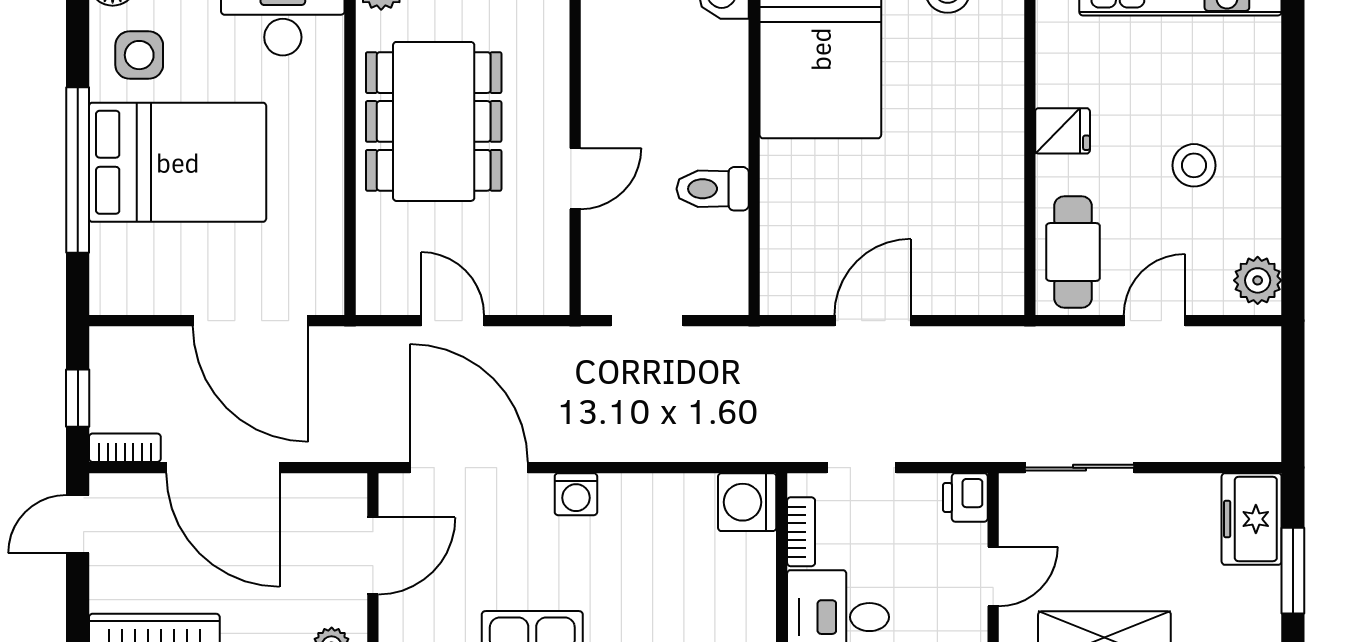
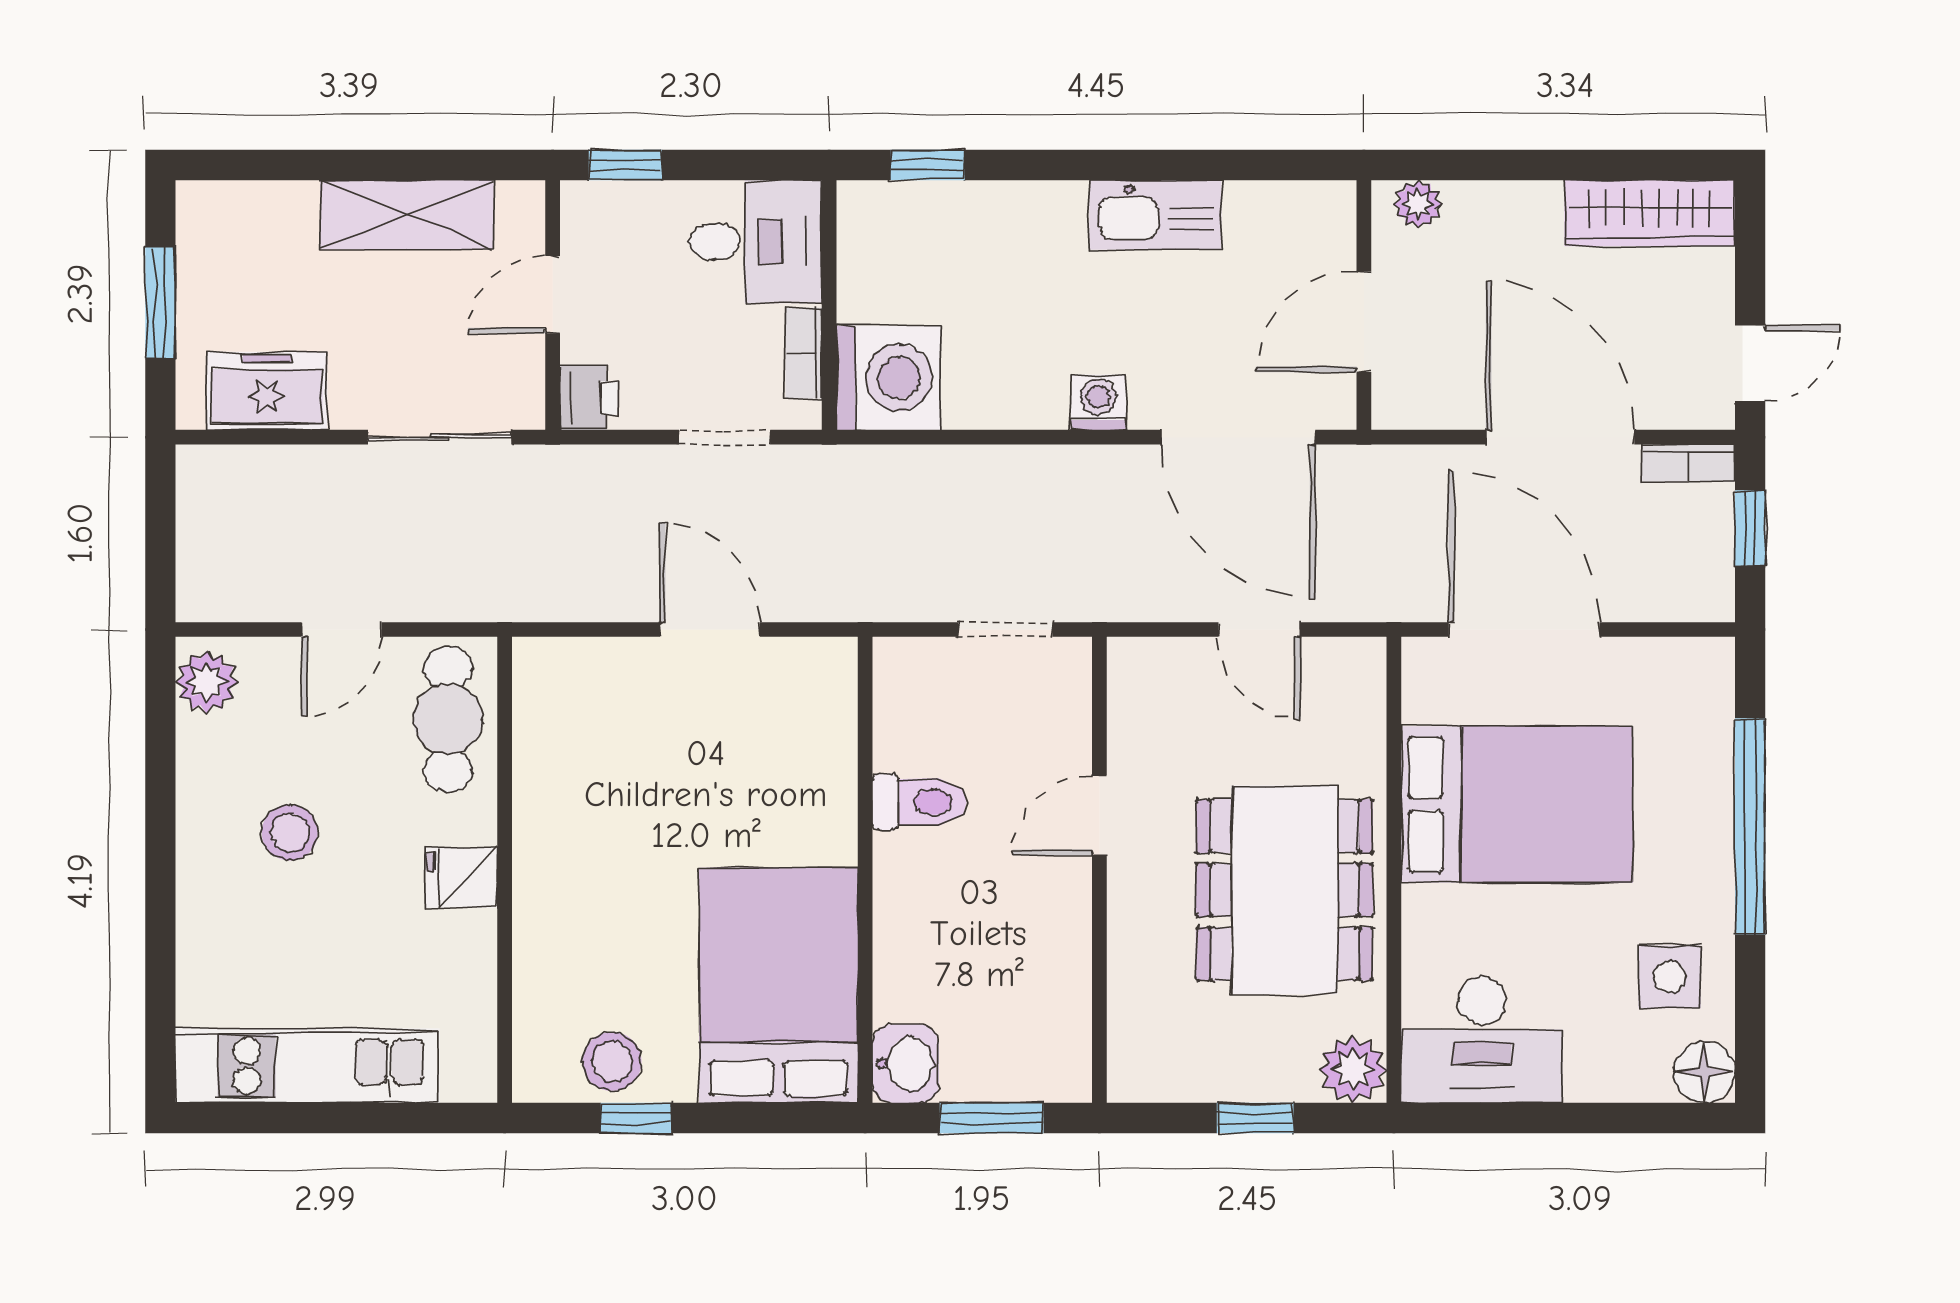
bed: (178, 162) -> (1517, 805), moved, turned 180
door: (873, 321) -> (710, 629), swing flipped
washing machine: (747, 502) -> (888, 378), width x1.37, depth x1.37
freezer: (1252, 519) -> (267, 391), moved, turned -90

